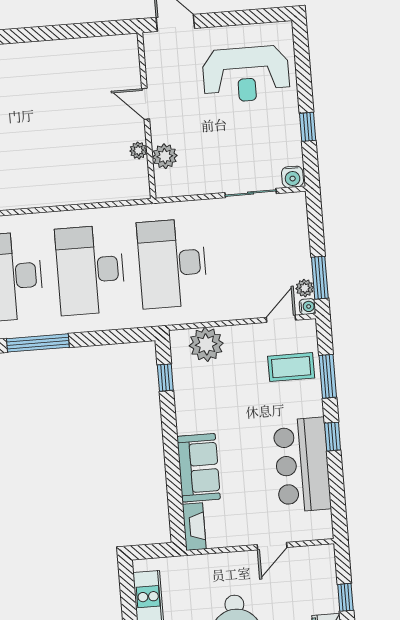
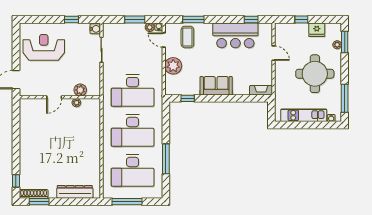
reception desk: (246, 74) -> (44, 47), turned -90
window: (320, 278) -> (135, 20), moved
plant: (206, 344) -> (173, 66), moved
window: (333, 437) -> (251, 20), moved
sofa: (199, 468) -> (216, 86), moved

